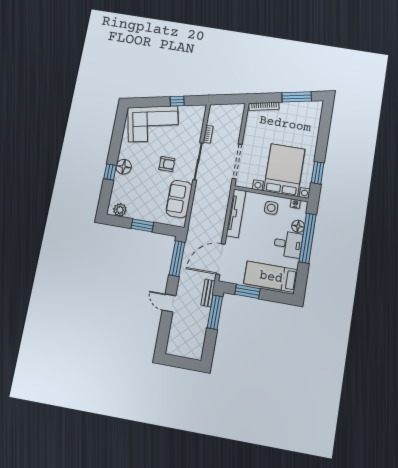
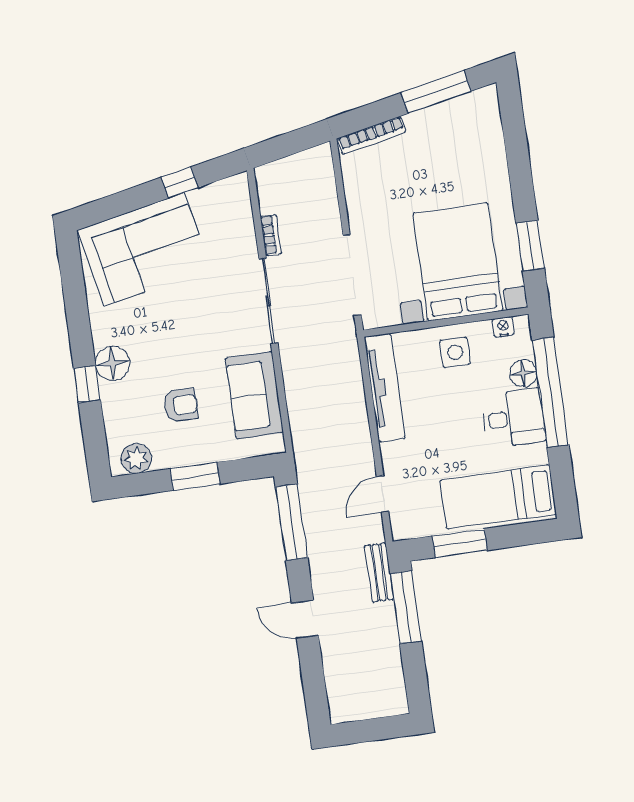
armchair: (167, 164) -> (181, 405), moved
door: (220, 259) -> (383, 494), width x0.53

